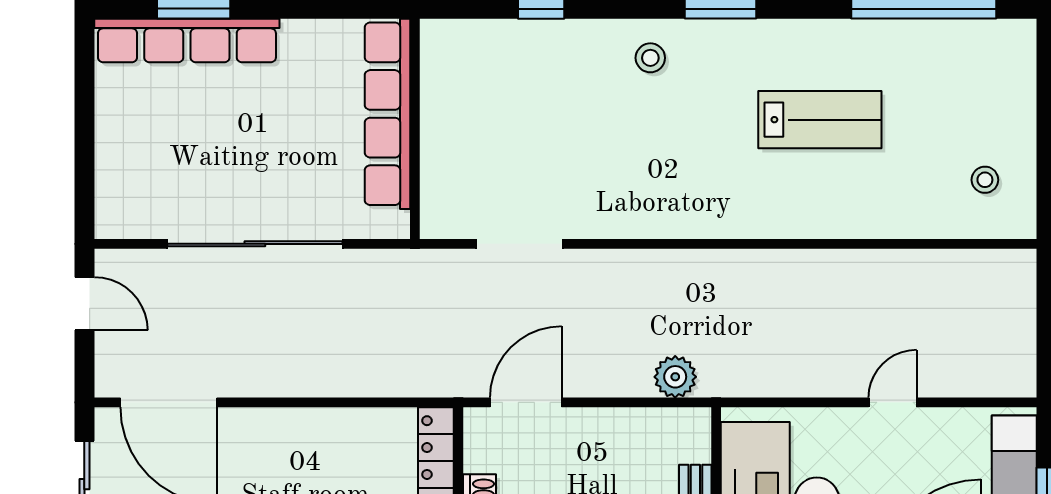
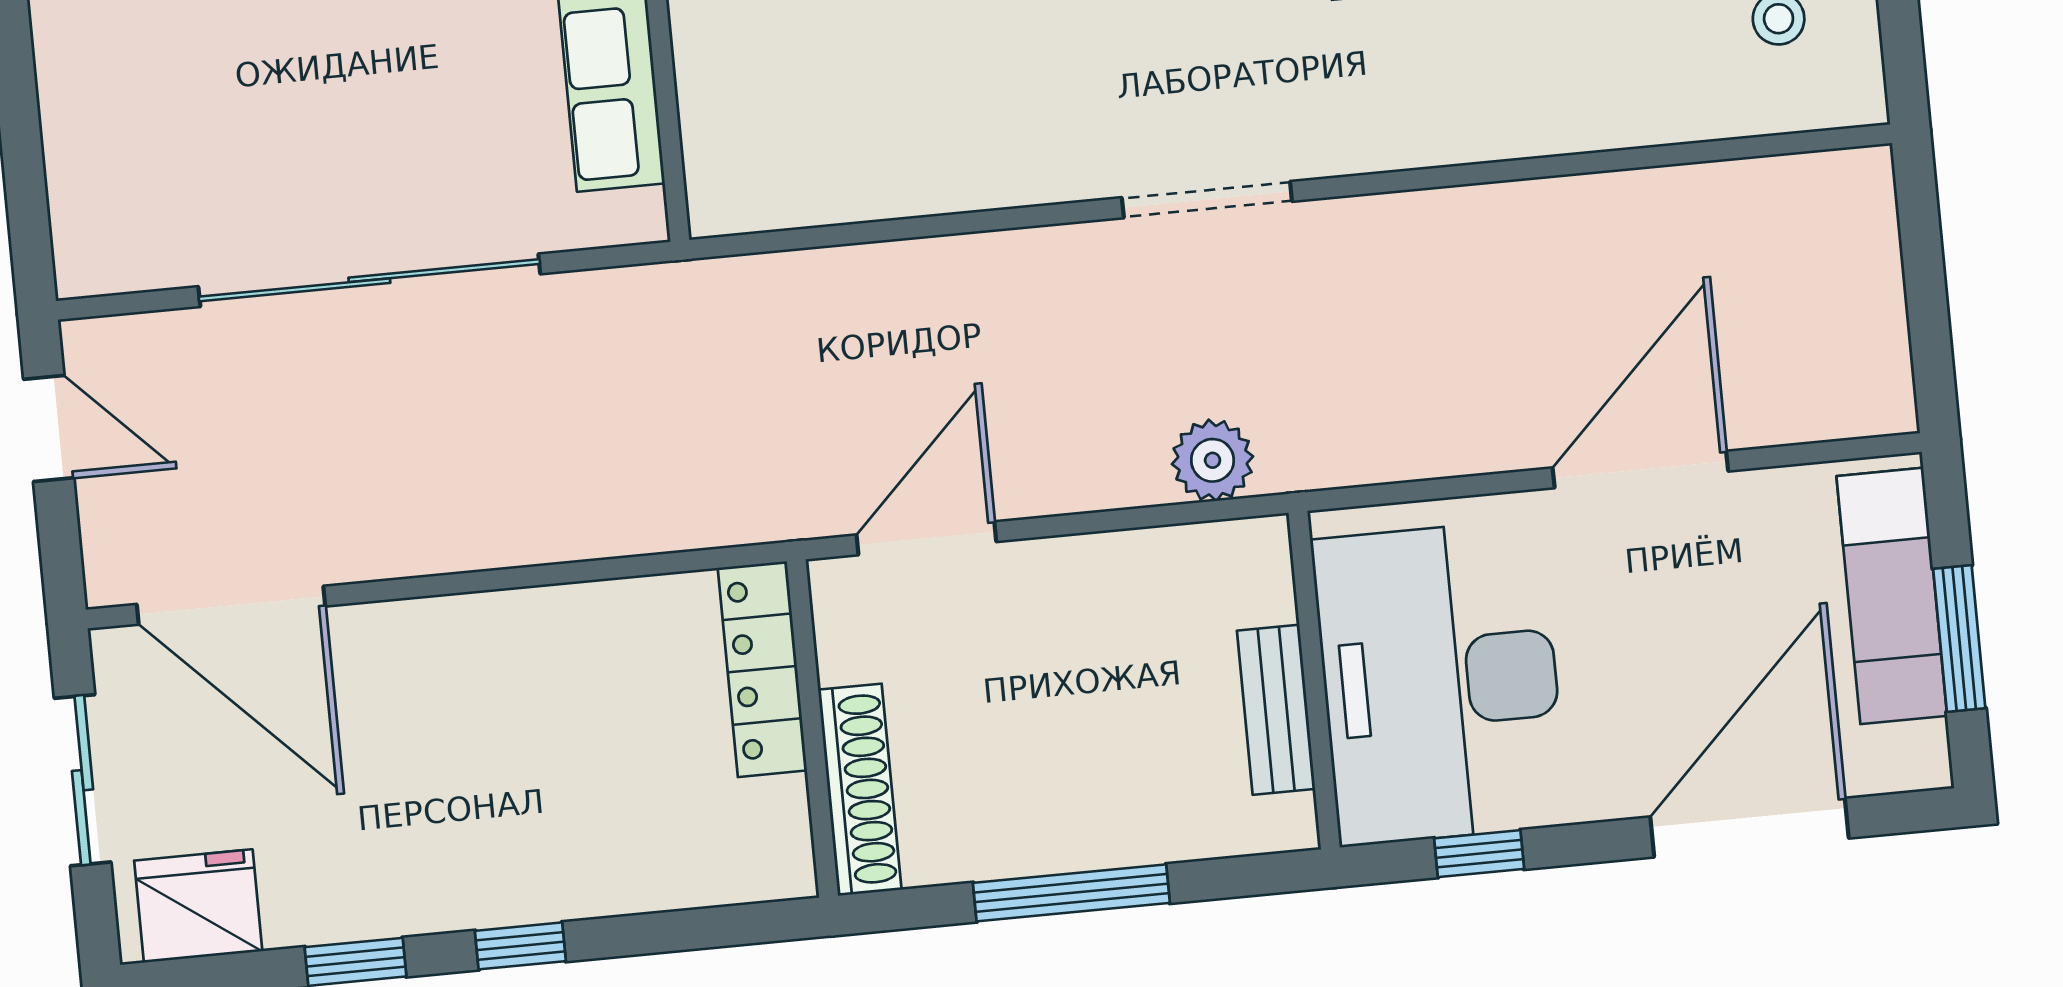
doorway: (520, 244) -> (1207, 200), moved
door: (893, 402) -> (1640, 470), width x1.88

